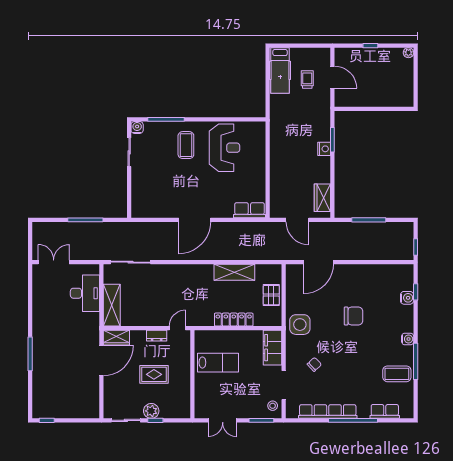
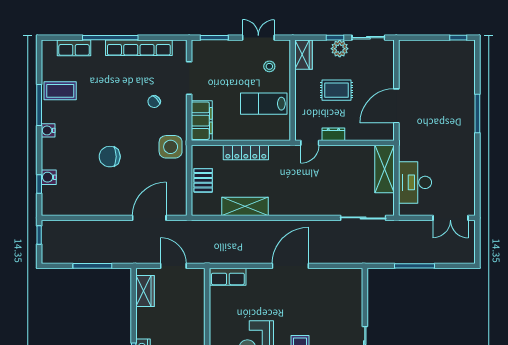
wardrobe: (116, 338) -> (304, 55), moved, turned 90
stool: (273, 406) -> (269, 66), moved

